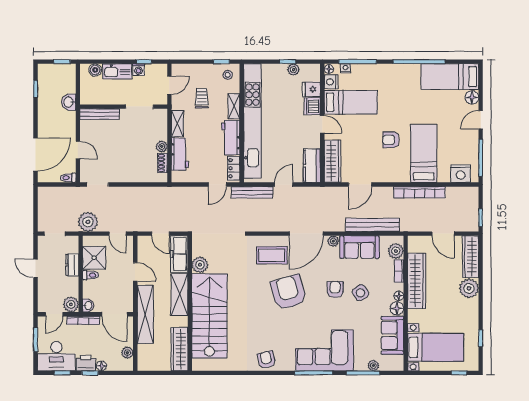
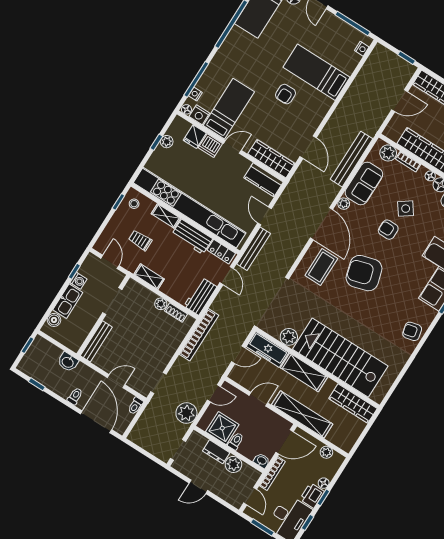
toilet: (45, 125) -> (75, 396), added
workbench: (180, 154) -> (200, 296), moved, turned -90
nightstand: (461, 174) -> (362, 49), width x0.53, depth x0.56
bookcase: (419, 192) -> (199, 335), moved
plant: (71, 304) -> (233, 464), moved

